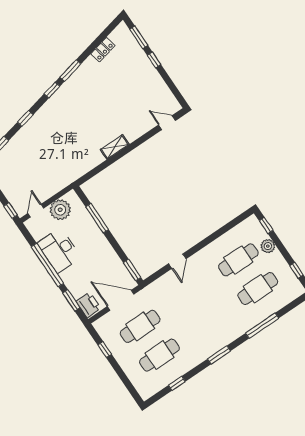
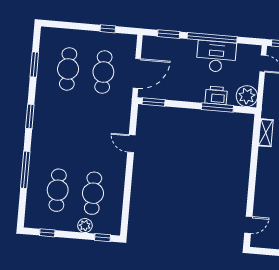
shelving: (115, 147) -> (266, 133), moved
plant: (60, 210) -> (247, 96), moved
printer: (89, 305) -> (216, 95), moved, turned 180
window: (177, 383) -> (34, 65), width x1.50

